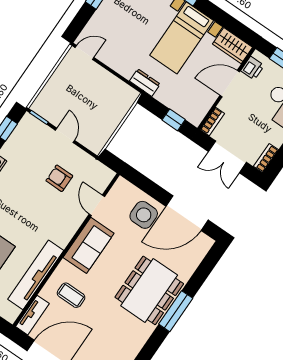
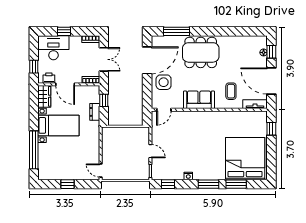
dresser: (145, 83) -> (95, 112), moved
door: (65, 135) -> (150, 151), swing flipped
armchair: (59, 178) -> (175, 139), removed
door: (97, 205) -> (164, 110), moved
door: (187, 213) -> (147, 60), hinge flipped
tv unit: (36, 275) -> (233, 117), removed
window: (176, 311) -> (176, 31), moved

